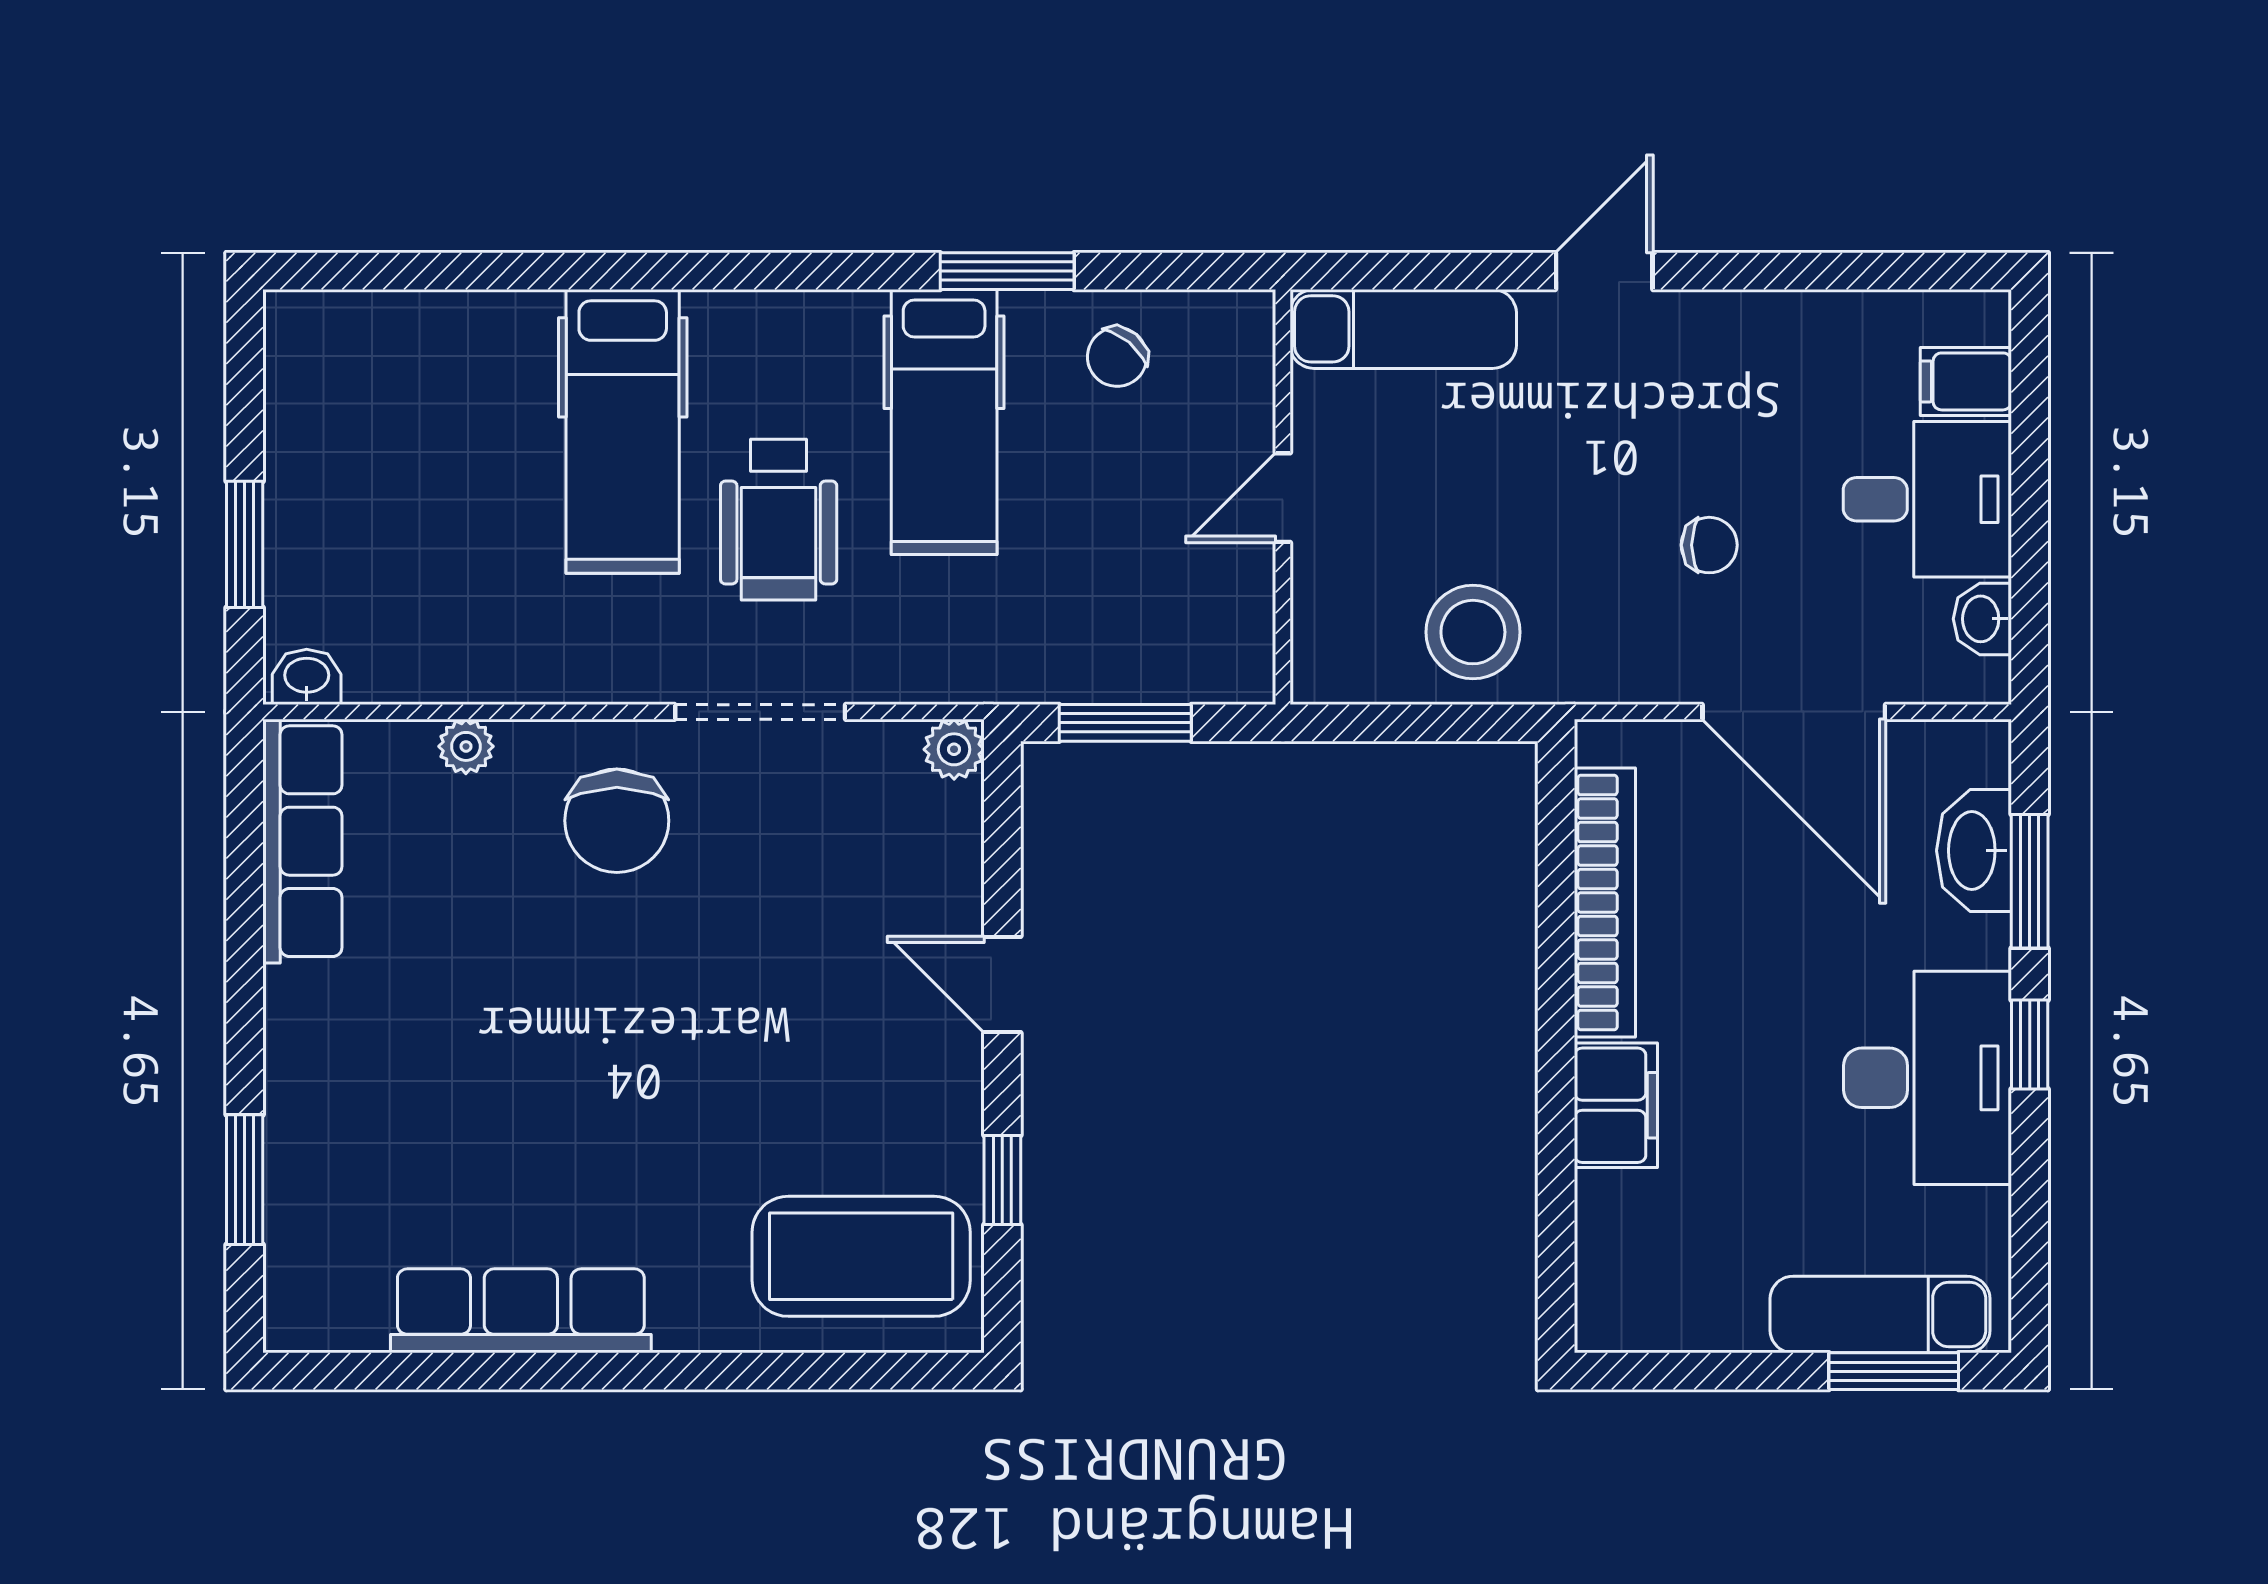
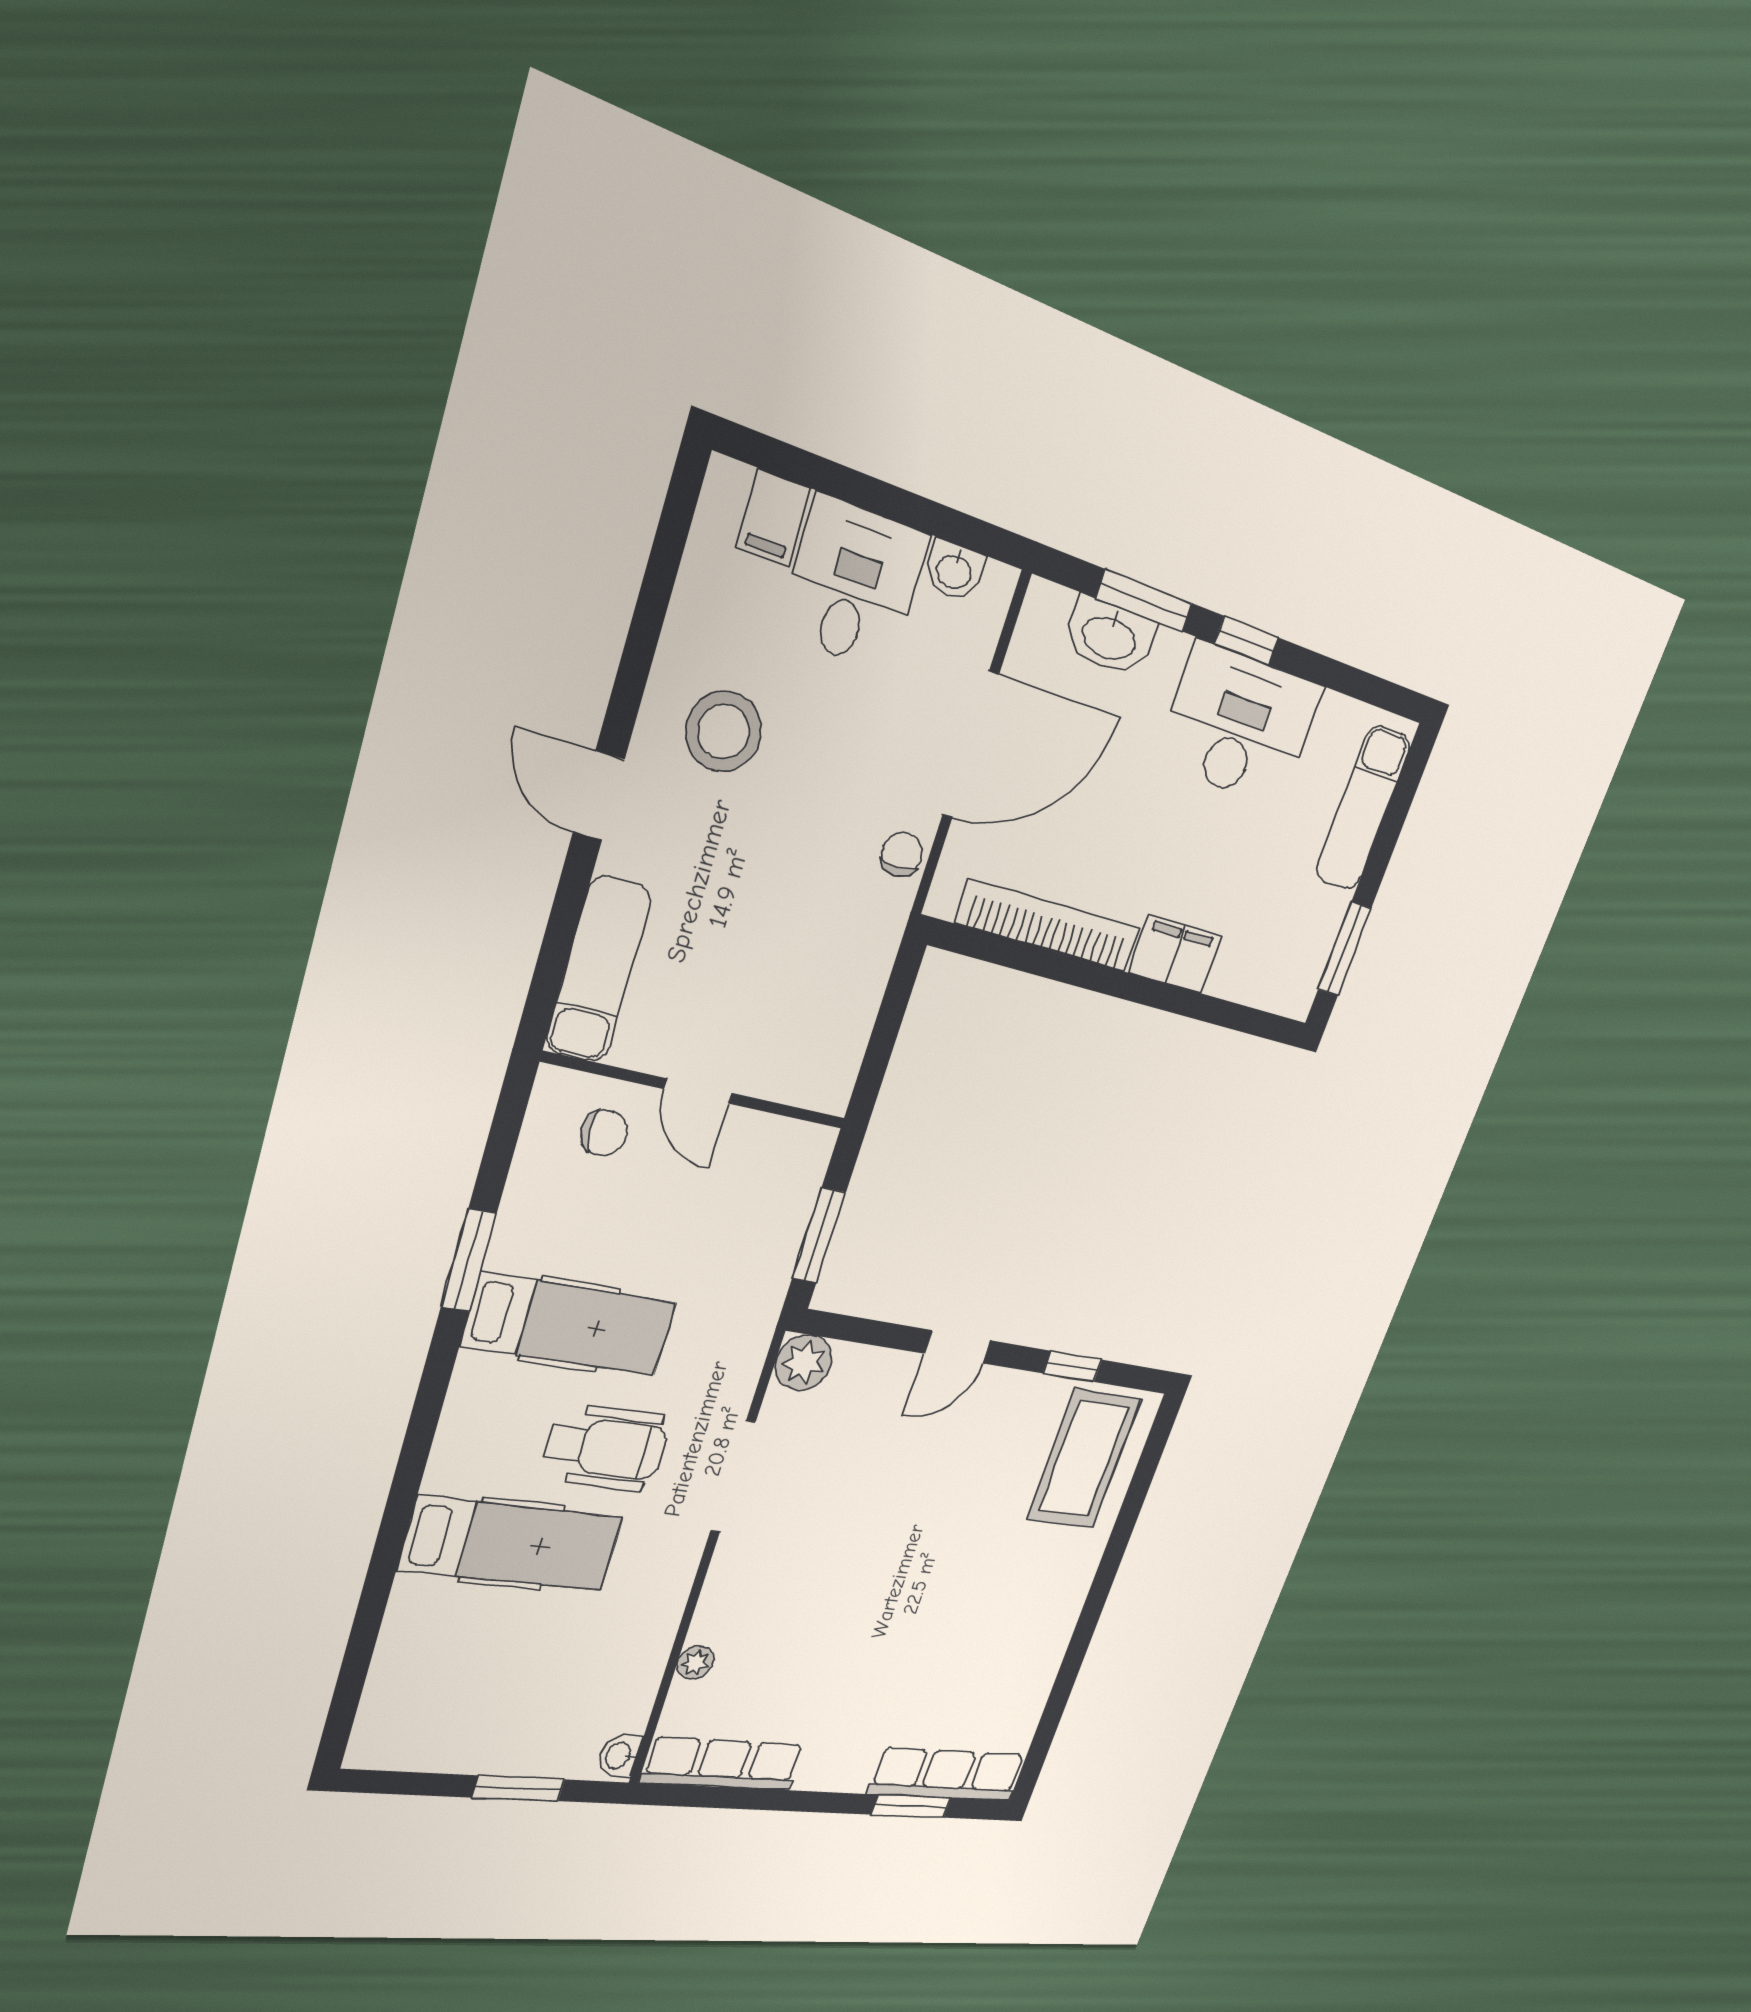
chair: (1117, 357) -> (604, 1133), moved, turned -40
chair: (1709, 545) -> (902, 854), moved
stool: (1473, 632) -> (724, 732), moved
plant: (954, 749) -> (804, 1363), width x1.38, depth x1.38
chair: (617, 821) -> (773, 1575), removed
row of seats: (521, 1311) -> (947, 1774), moved, turned 90
window: (1894, 1371) -> (1344, 949), moved

